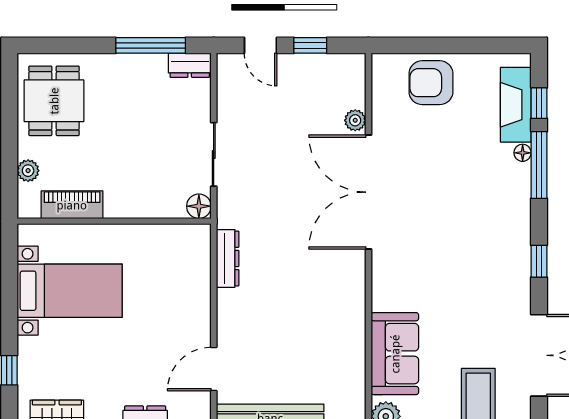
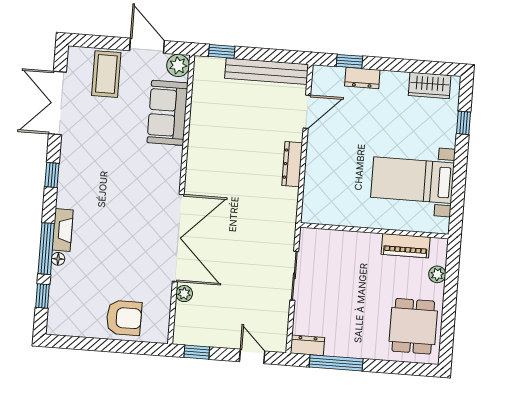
window: (310, 45) -> (197, 352), moved
fireplace: (516, 105) -> (63, 230), moved, width x0.73, depth x0.76
floor lamp: (199, 206) -> (309, 237), removed
dresser: (228, 258) -> (292, 164), moved

